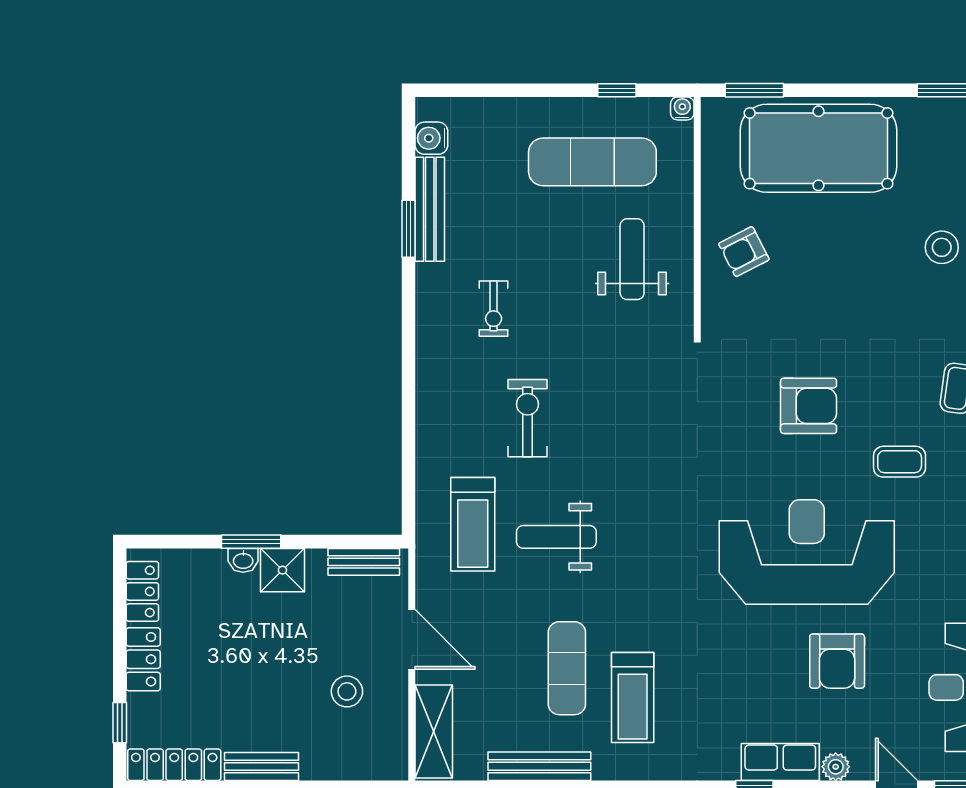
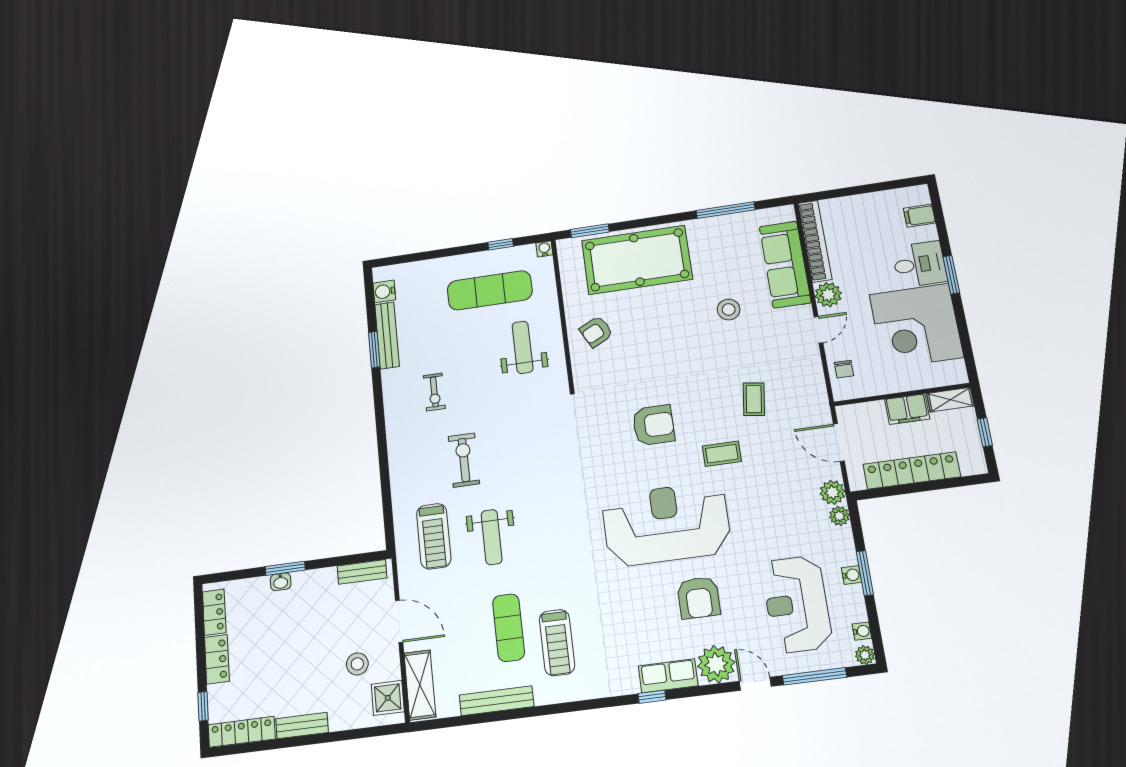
weight bench: (556, 537) -> (492, 537), turned -90
shower: (282, 570) -> (388, 698), moved
plant: (836, 767) -> (716, 664), width x1.88, depth x1.88

